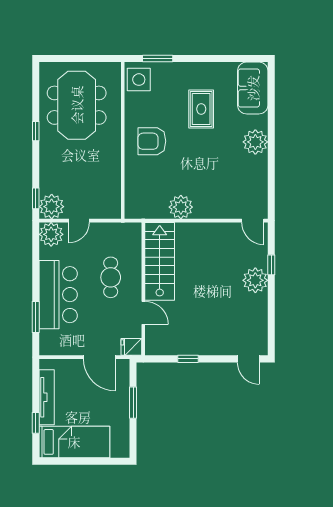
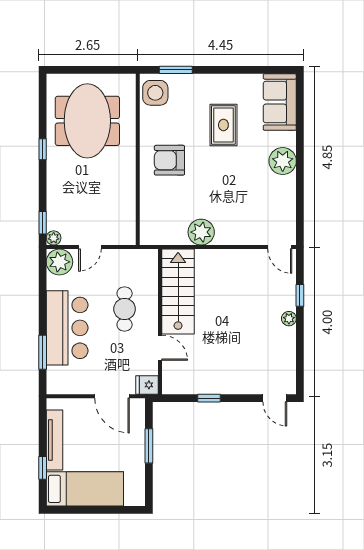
plant: (52, 207) -> (54, 238), width x0.53, depth x0.53
plant: (255, 280) -> (289, 319), width x0.53, depth x0.53

